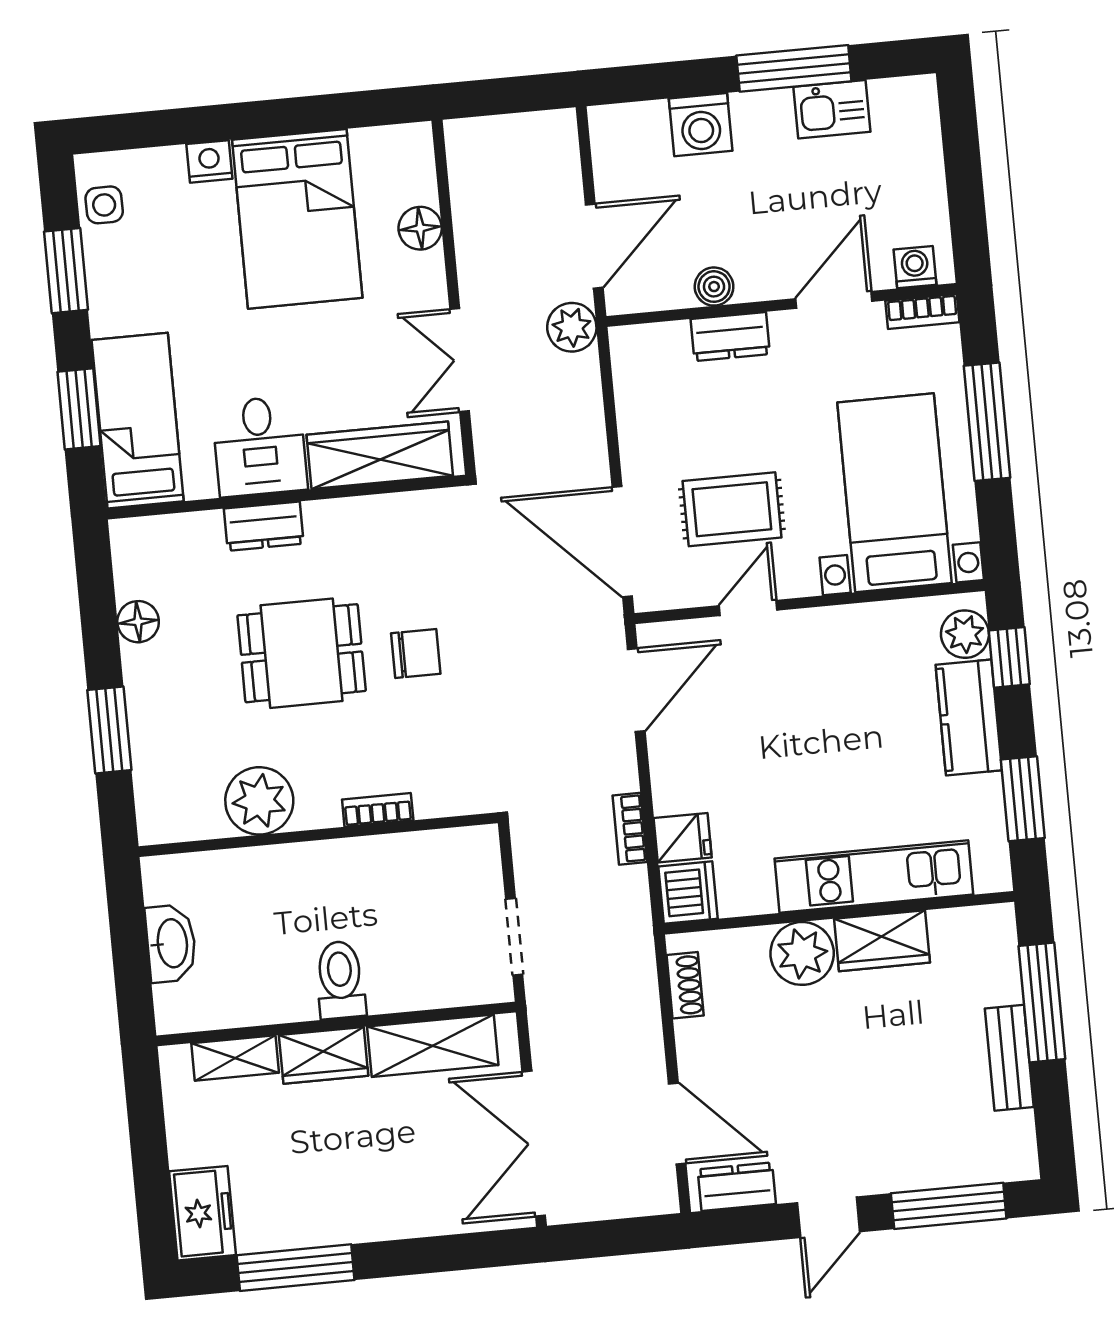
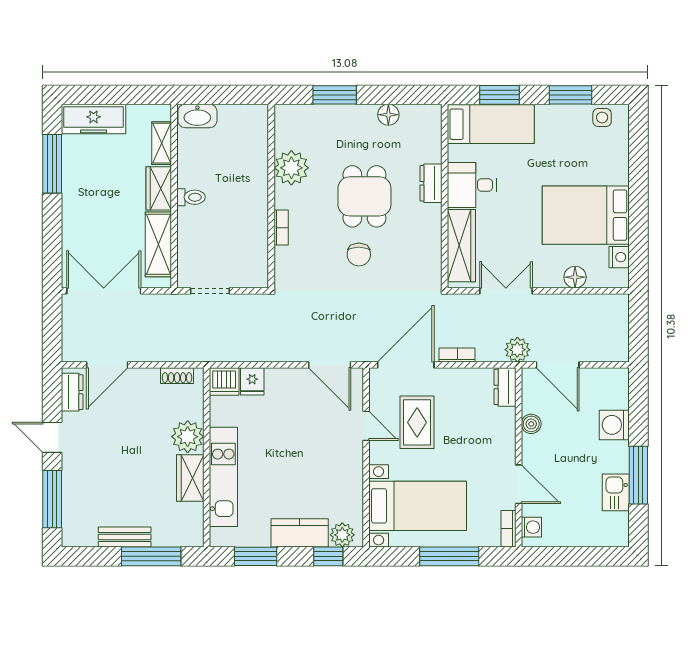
nightstand: (209, 161) -> (619, 257), moved
dresser: (730, 337) -> (505, 387), moved
bookcase: (630, 829) -> (457, 355), moved
washbasin: (171, 943) -> (197, 116), moved
toilet: (340, 980) -> (191, 197), width x0.73, depth x0.72
freezer: (202, 1213) -> (93, 119), width x1.40

